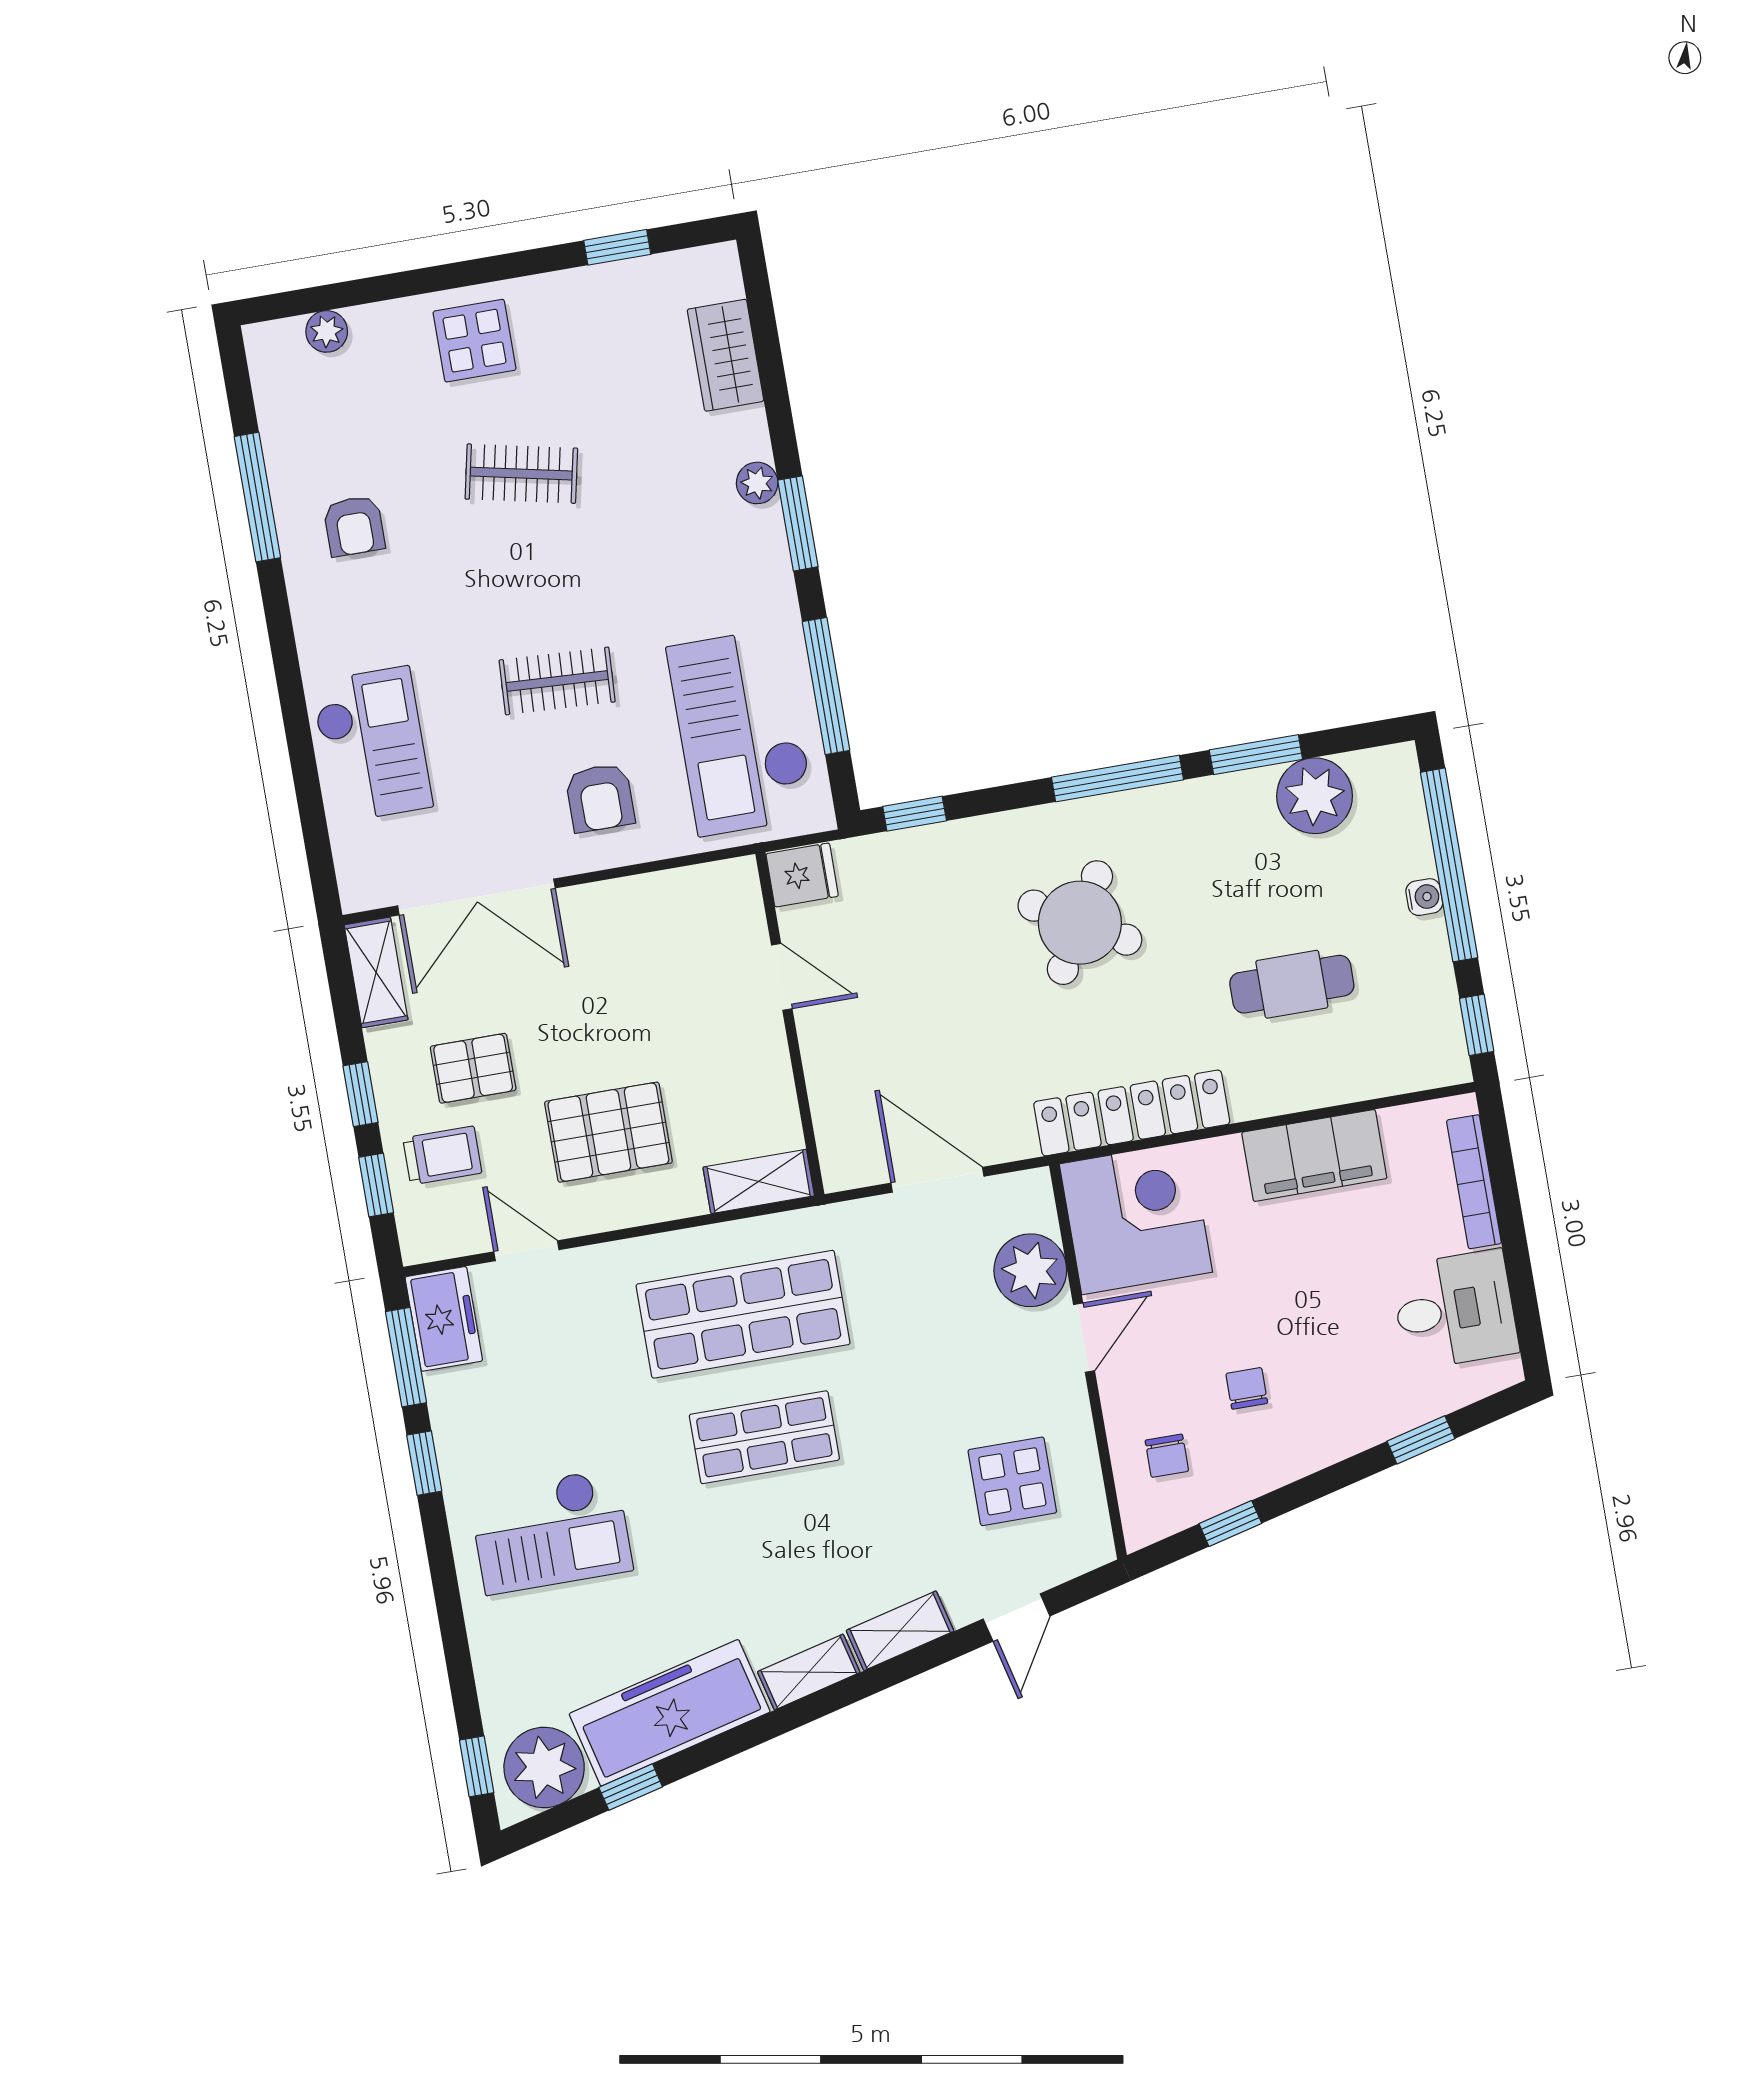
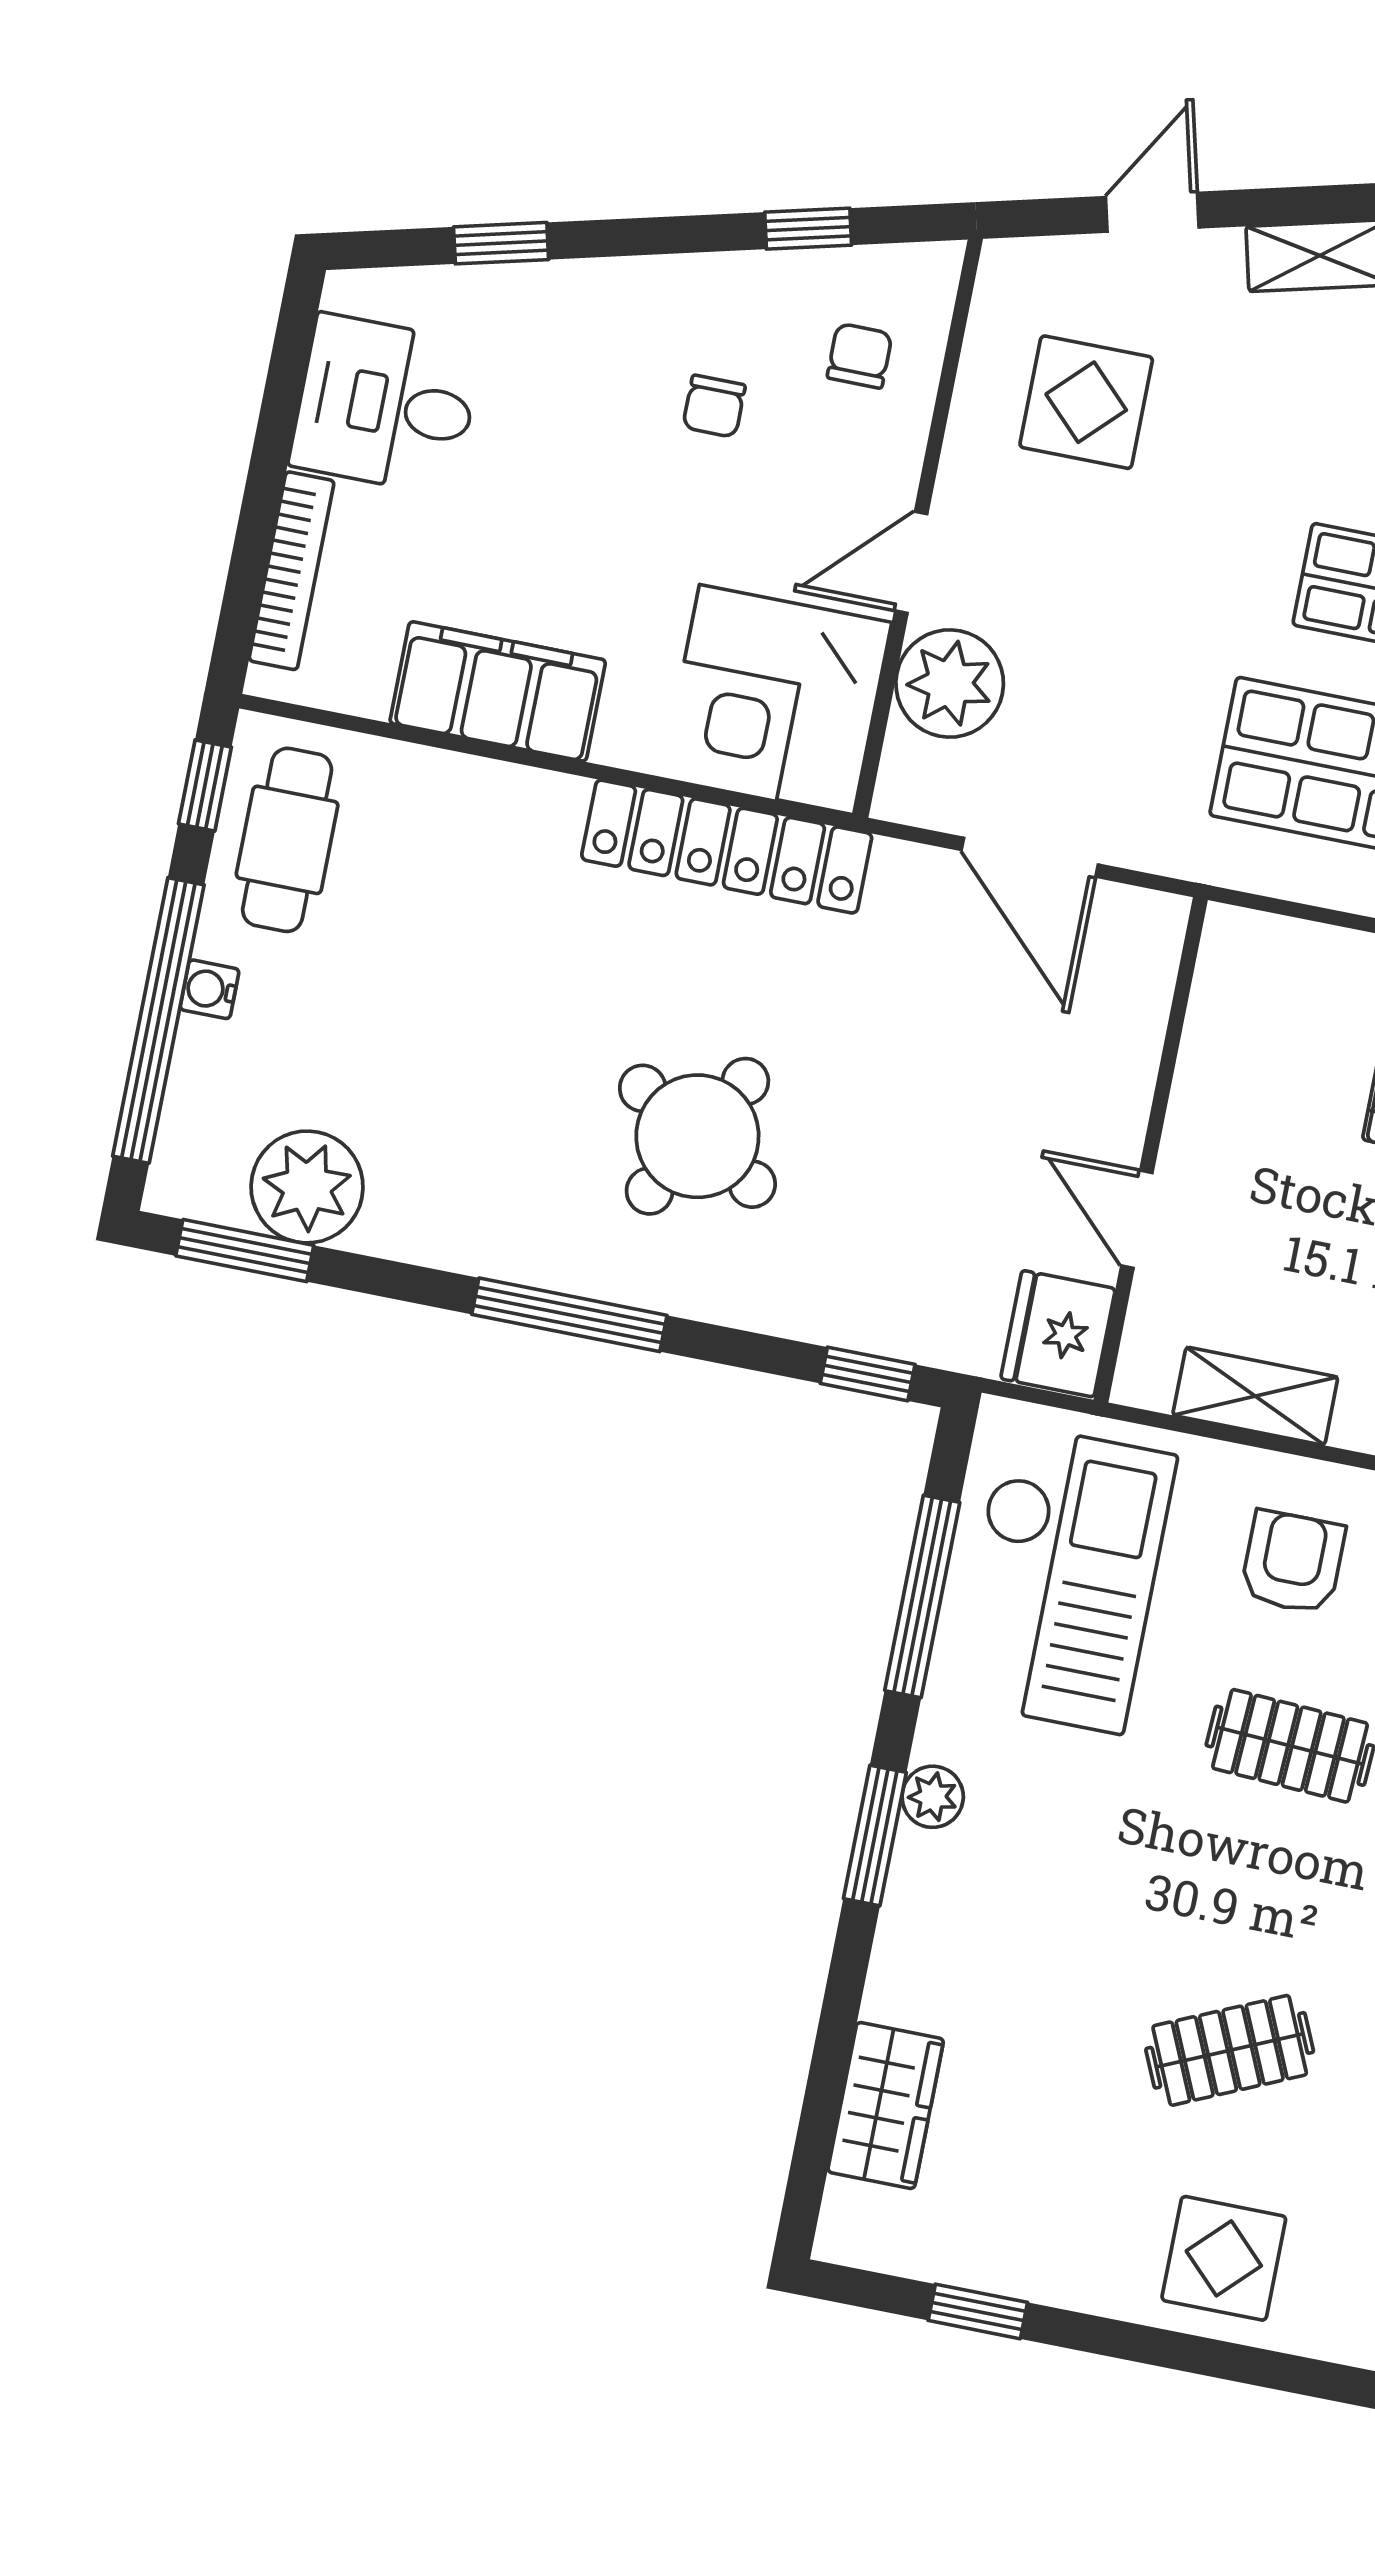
clothes rail: (521, 474) -> (1230, 2050), turned -36
plant: (757, 483) -> (933, 1797), moved
window: (1256, 755) -> (245, 1251), moved
fridge: (802, 875) -> (1058, 1334), width x1.38
cafe table: (1292, 984) -> (287, 840), moved, turned 90
shelving: (759, 1181) -> (1255, 1396), moved

